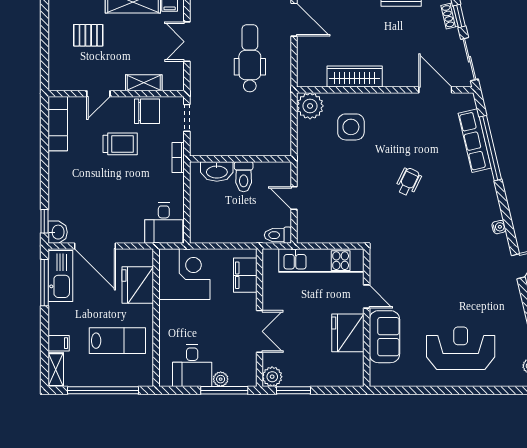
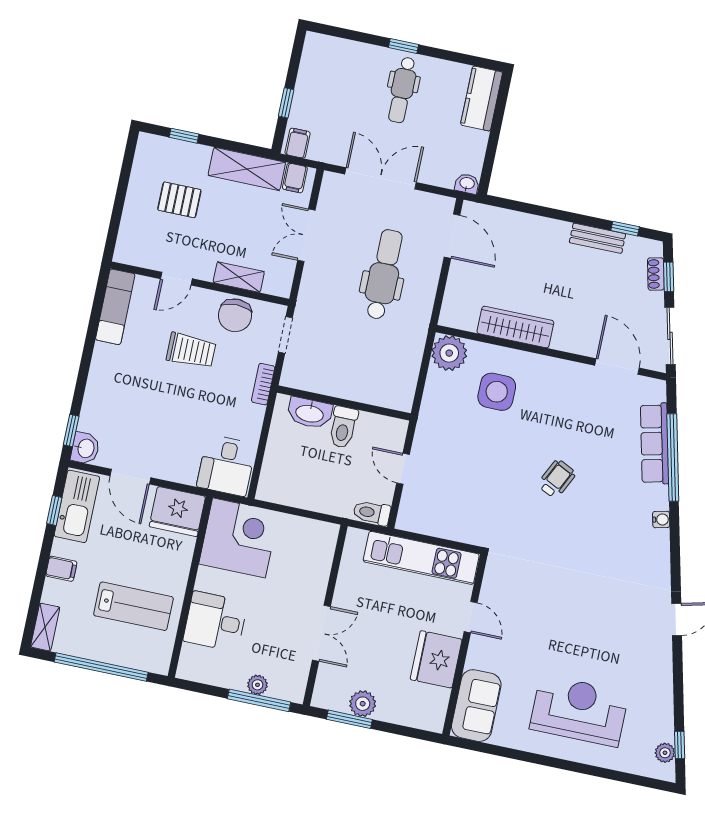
chair: (147, 111) -> (235, 315), turned 90
water cooler: (499, 227) -> (661, 519), moved
door: (95, 246) -> (130, 477), width x0.73
filing cabinet: (245, 275) -> (318, 556), removed
window: (44, 283) -> (54, 510), width x0.46
fridge: (138, 285) -> (177, 512), moved, turned -90
sofa: (384, 337) -> (476, 706), moved
filing cabinet: (59, 343) -> (61, 569), moved
desk: (192, 366) -> (215, 621), moved, turned 90
plant: (272, 377) -> (363, 704), moved

